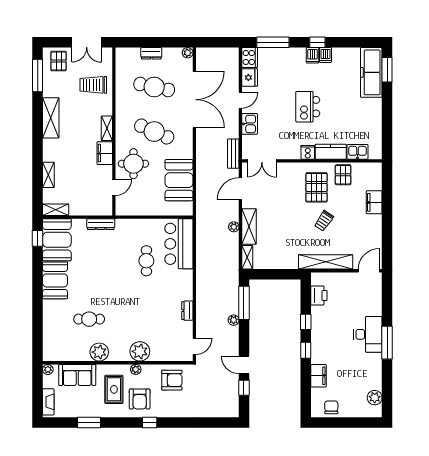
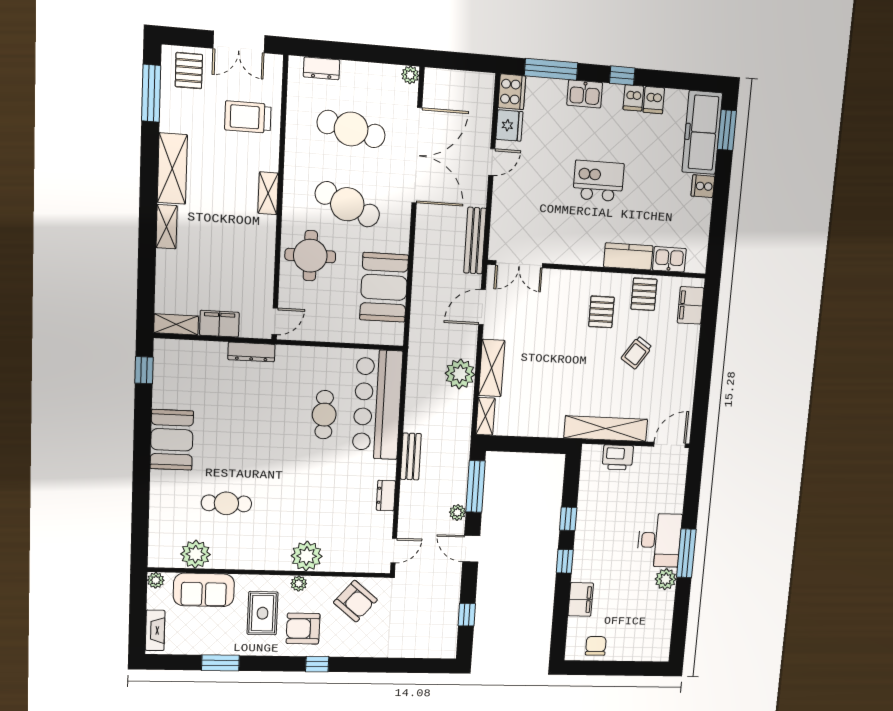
dresser: (151, 53) -> (322, 68), moved
dishwasher: (312, 55) -> (654, 100), moved
kitchen island: (308, 107) -> (598, 181), turned 90
kitchen sink: (250, 124) -> (585, 94), moved, turned 90
cooker: (308, 152) -> (703, 186), moved, turned -90
filing cabinet: (105, 153) -> (219, 324), moved, turned 90
bench: (233, 154) -> (475, 241), width x1.36
shelving: (48, 175) -> (167, 227), moved
door: (114, 187) -> (275, 321), moved
pallet: (317, 187) -> (601, 312), width x0.67, depth x0.71
filing cabinet: (374, 202) -> (691, 305), moved
trolley: (324, 221) -> (637, 353), moved
plant: (234, 227) -> (460, 374), width x1.88, depth x1.88
booth: (57, 240) -> (177, 374), removed
bar counter: (179, 244) -> (377, 405), width x1.36
bench: (202, 285) -> (411, 456), added
printer: (319, 296) -> (618, 457), moved, turned 90
plant: (99, 352) -> (196, 554), moved
door: (244, 365) -> (471, 549), moved
armchair: (172, 380) -> (355, 601), turned 40
plant: (375, 398) -> (666, 579), moved
armchair: (140, 399) -> (303, 629), turned 90

